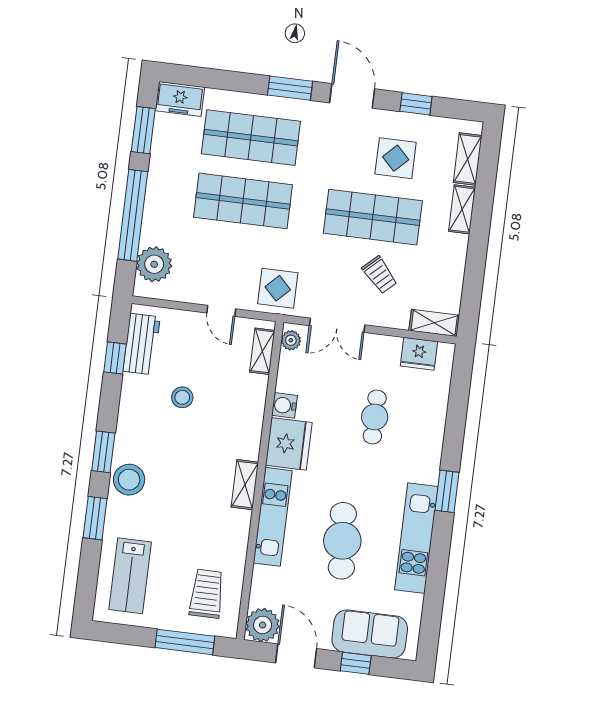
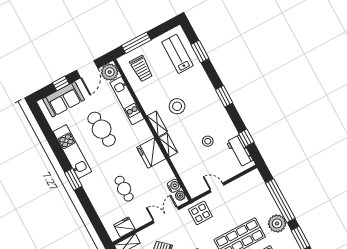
plant: (154, 264) -> (277, 223), moved
shelving: (262, 351) -> (168, 145), moved
water cooler: (284, 405) -> (174, 186), moved
stool: (129, 480) -> (177, 106), moved
kitchen unit: (273, 517) -> (127, 101), moved
window: (95, 518) -> (200, 51), moved
door: (296, 656) -> (87, 69), hinge flipped

